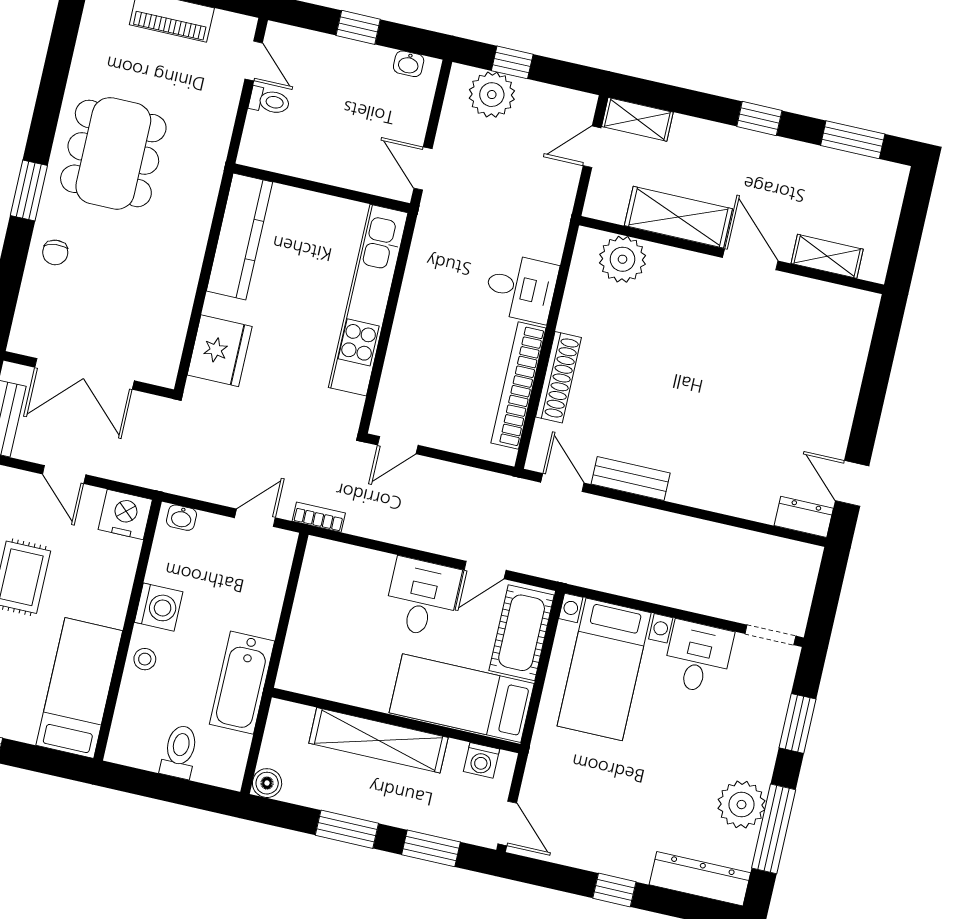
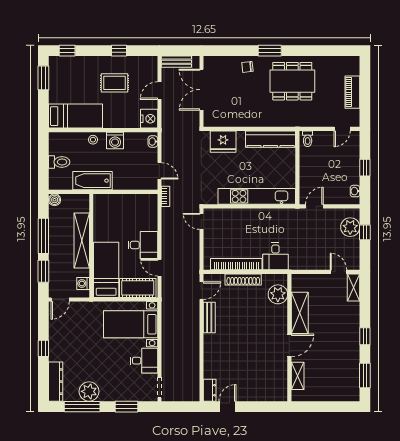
toilet: (269, 101) -> (308, 139), moved
shelving: (678, 217) -> (300, 313), moved
wall: (732, 255) -> (289, 338), moved
shelving: (827, 256) -> (298, 376), moved
plant: (622, 259) -> (278, 294), moved
door: (750, 259) -> (289, 345), moved
window: (347, 829) -> (43, 236), width x1.44

